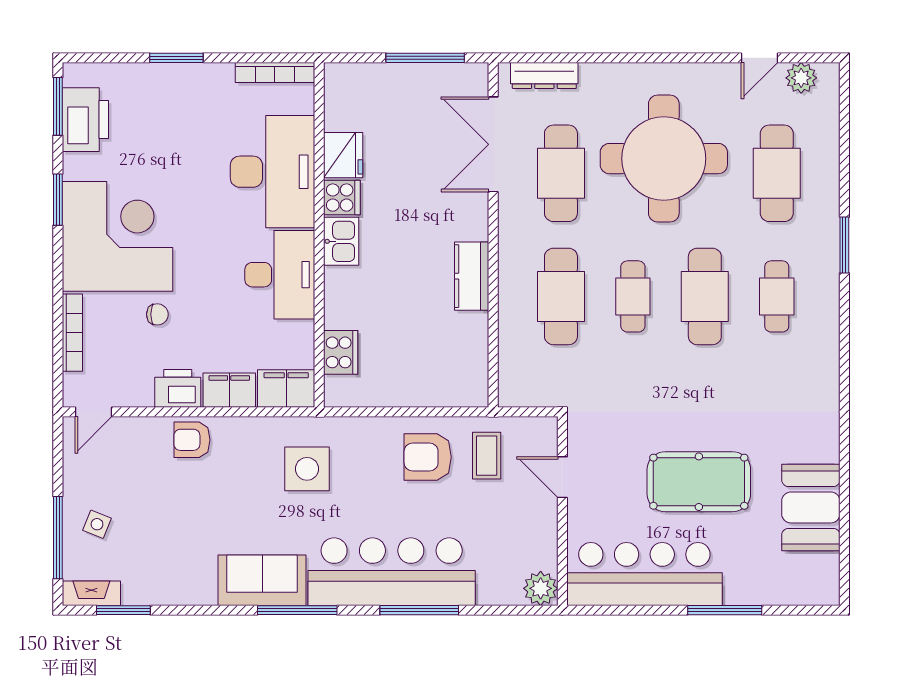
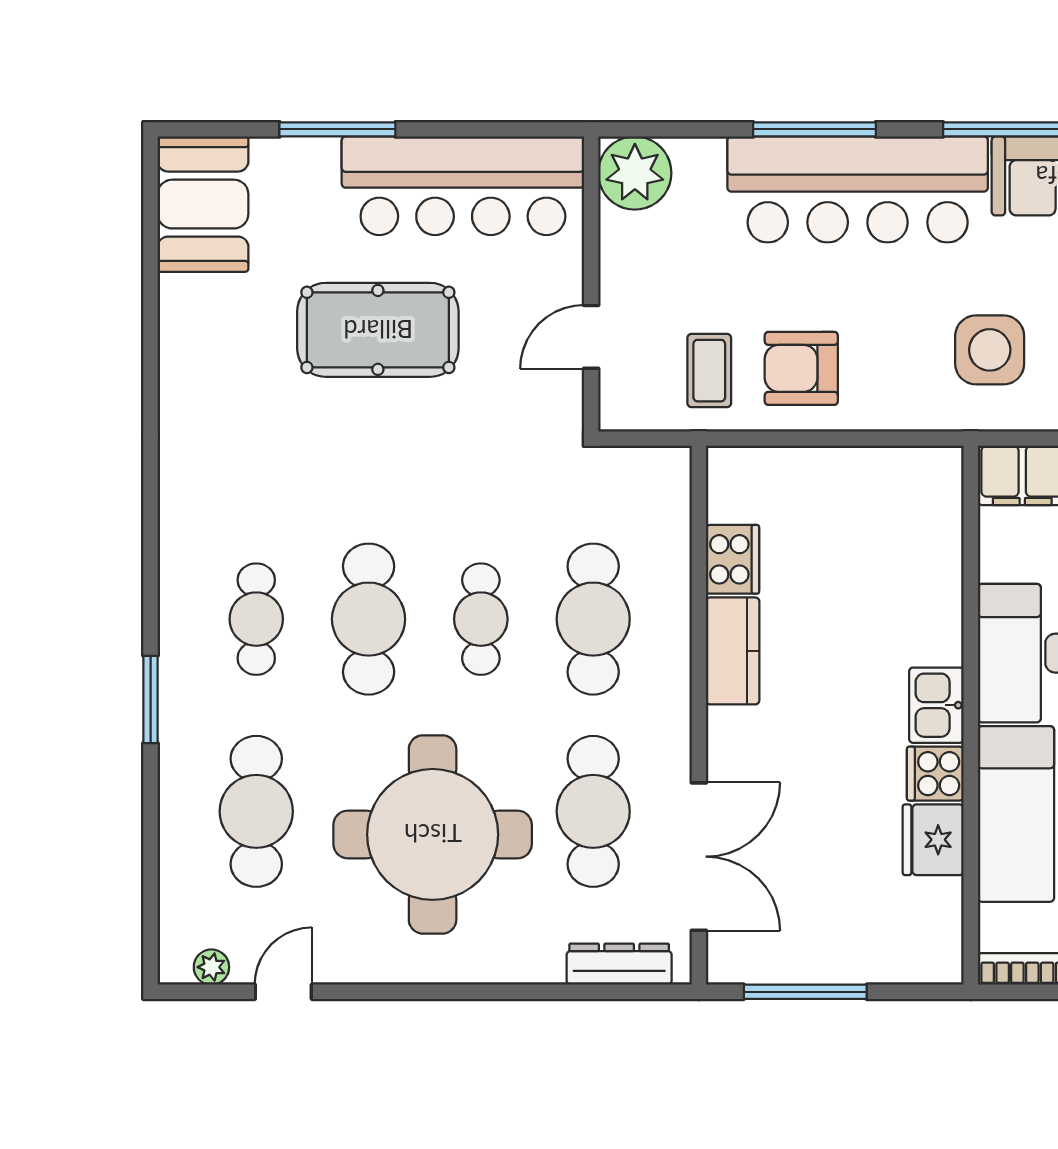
plant: (801, 78) -> (211, 967), width x0.73, depth x0.73
cooker: (341, 352) -> (733, 559), moved, turned 180
armchair: (428, 457) -> (801, 368), turned 180
door: (562, 477) -> (591, 337), swing flipped
booth: (811, 507) -> (203, 204), moved
plant: (541, 588) -> (635, 173), width x1.36, depth x1.36

